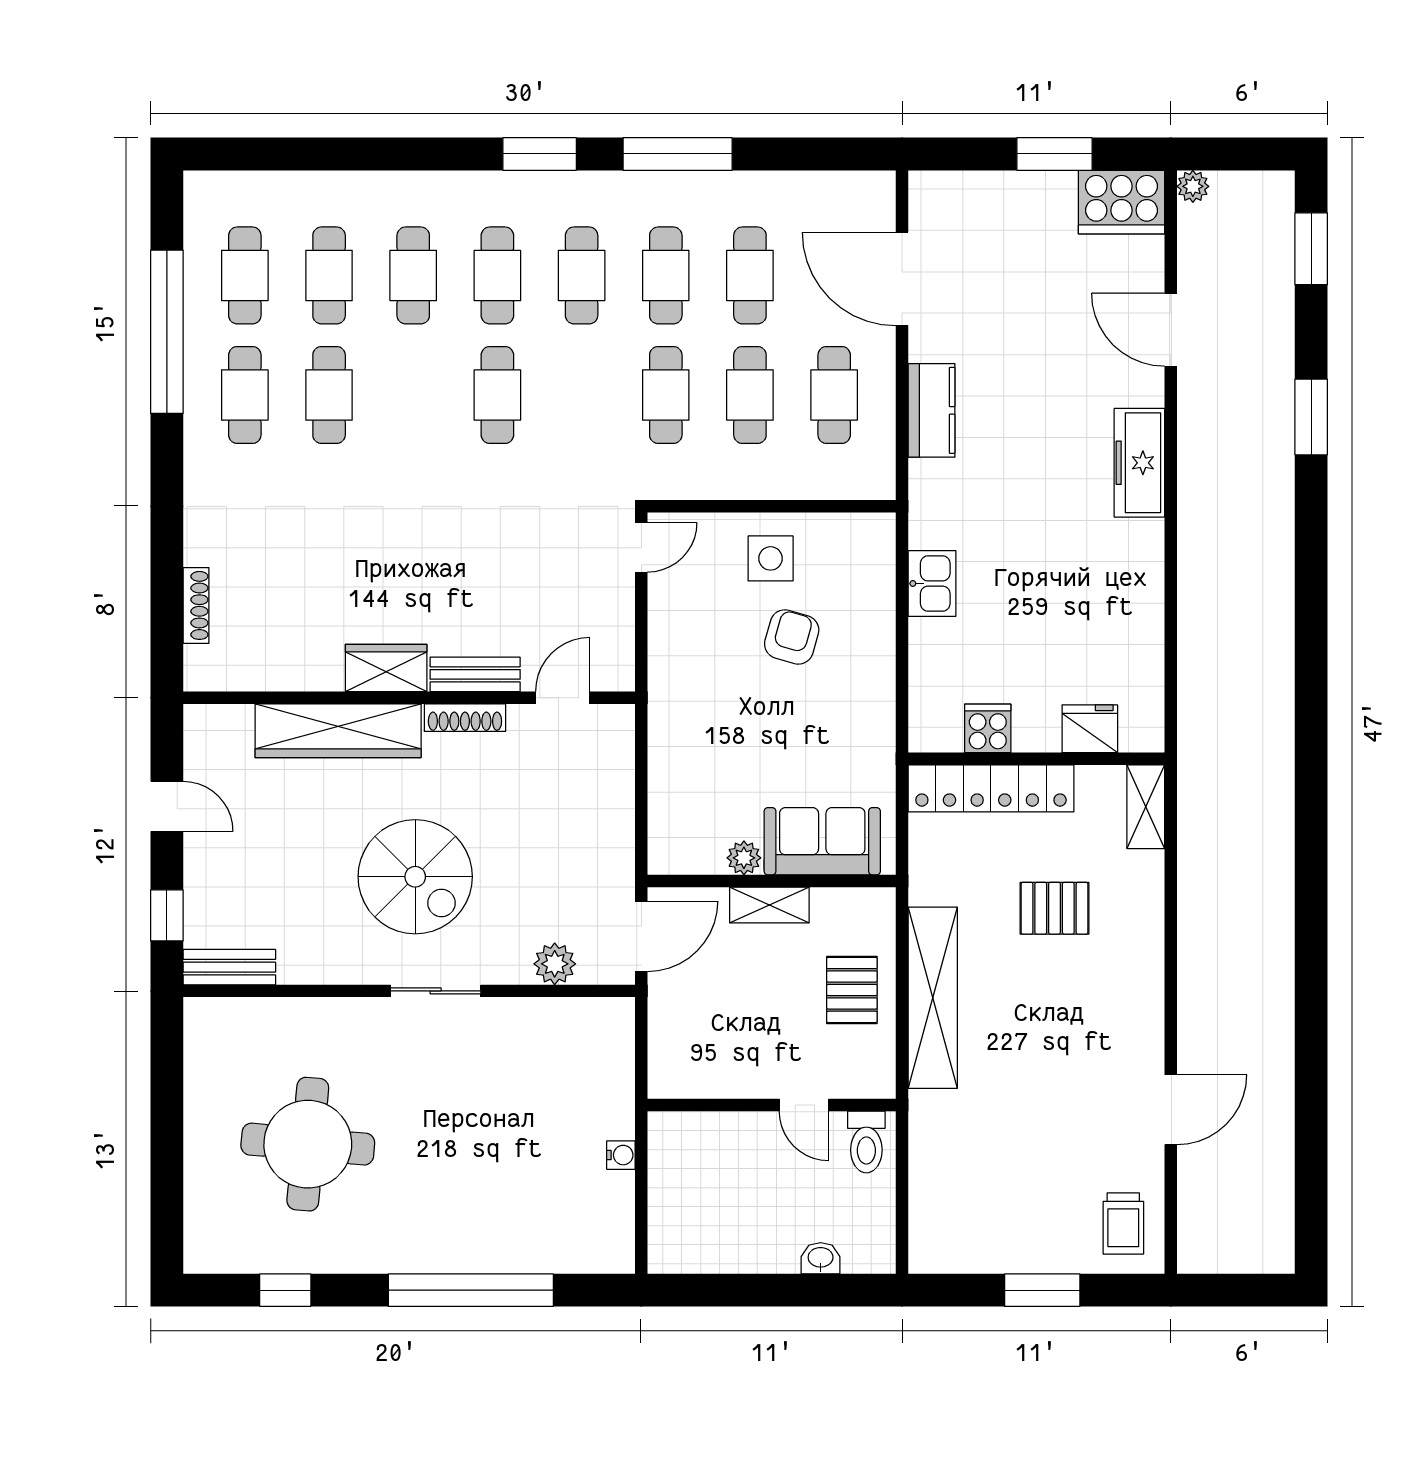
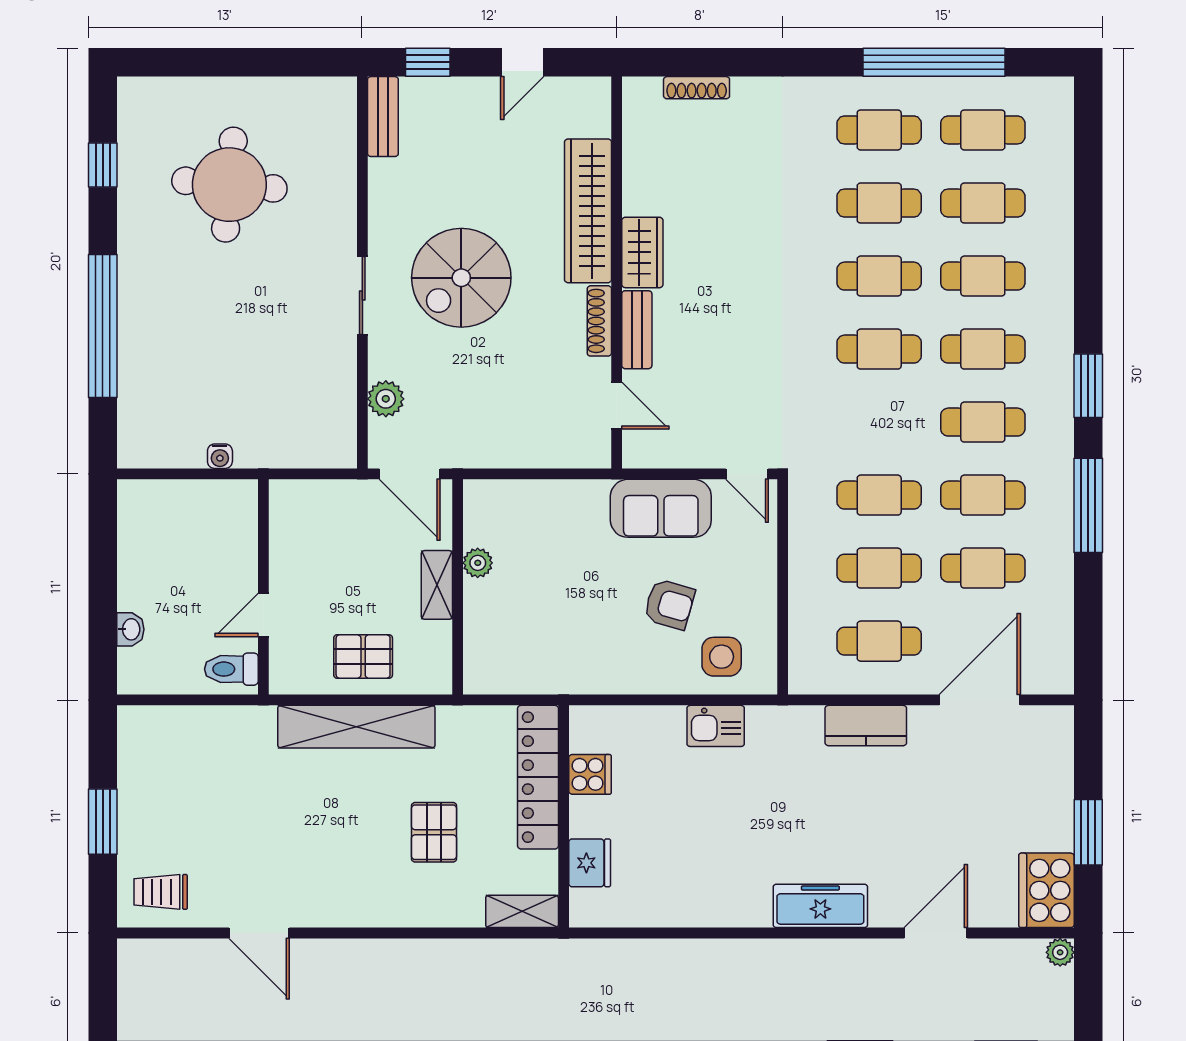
cafe table: (413, 395) -> (879, 276), added
side table: (771, 558) -> (722, 657), moved
sofa: (822, 841) -> (661, 508), moved, turned 90

